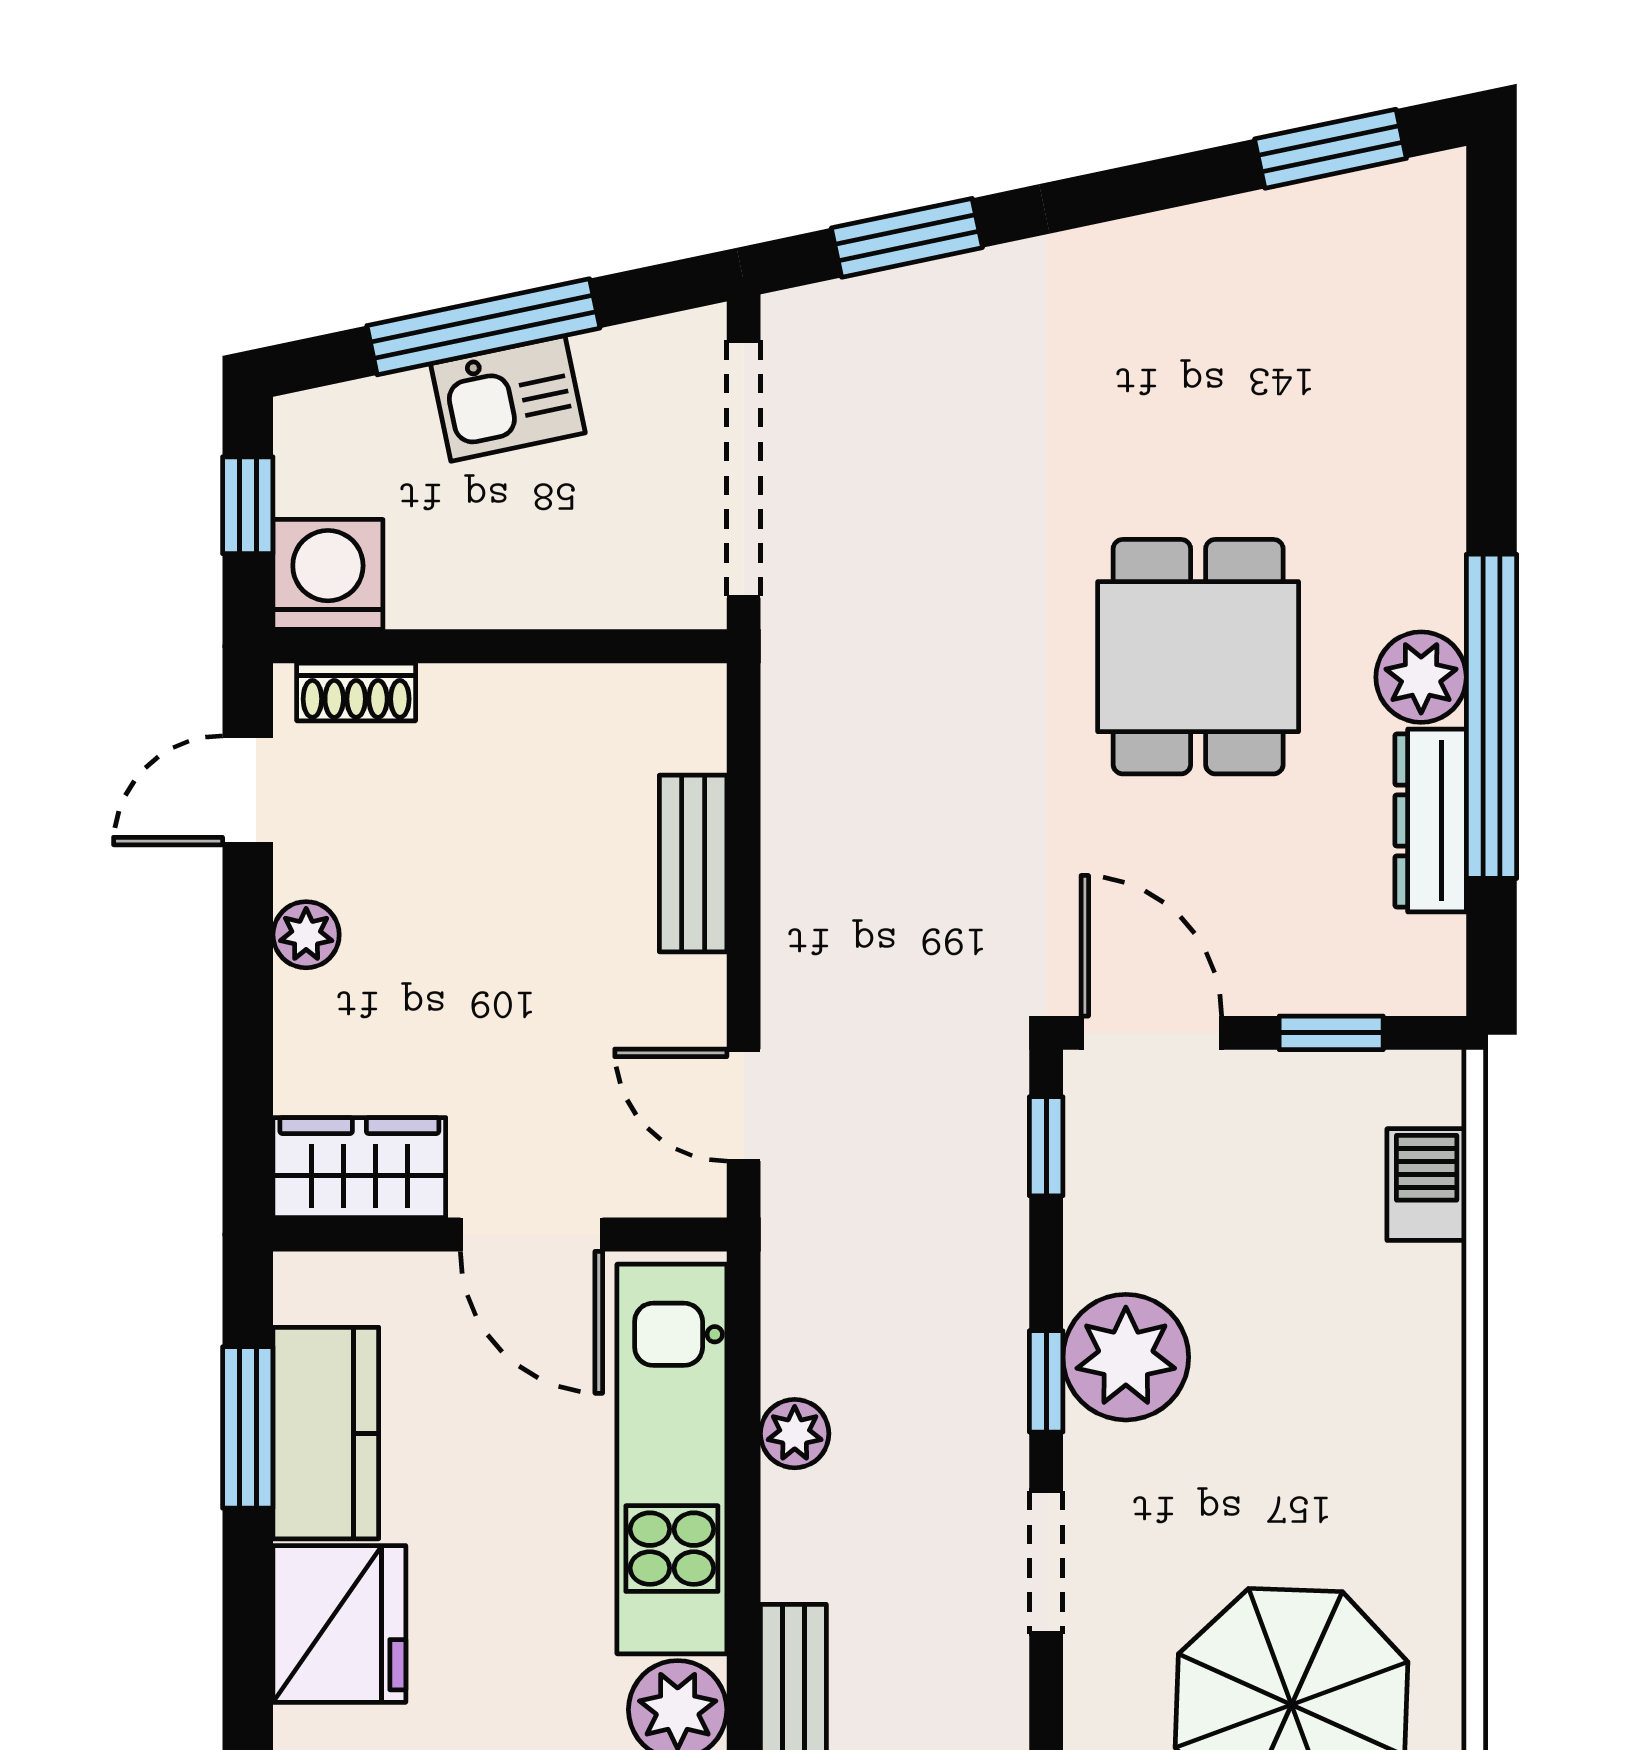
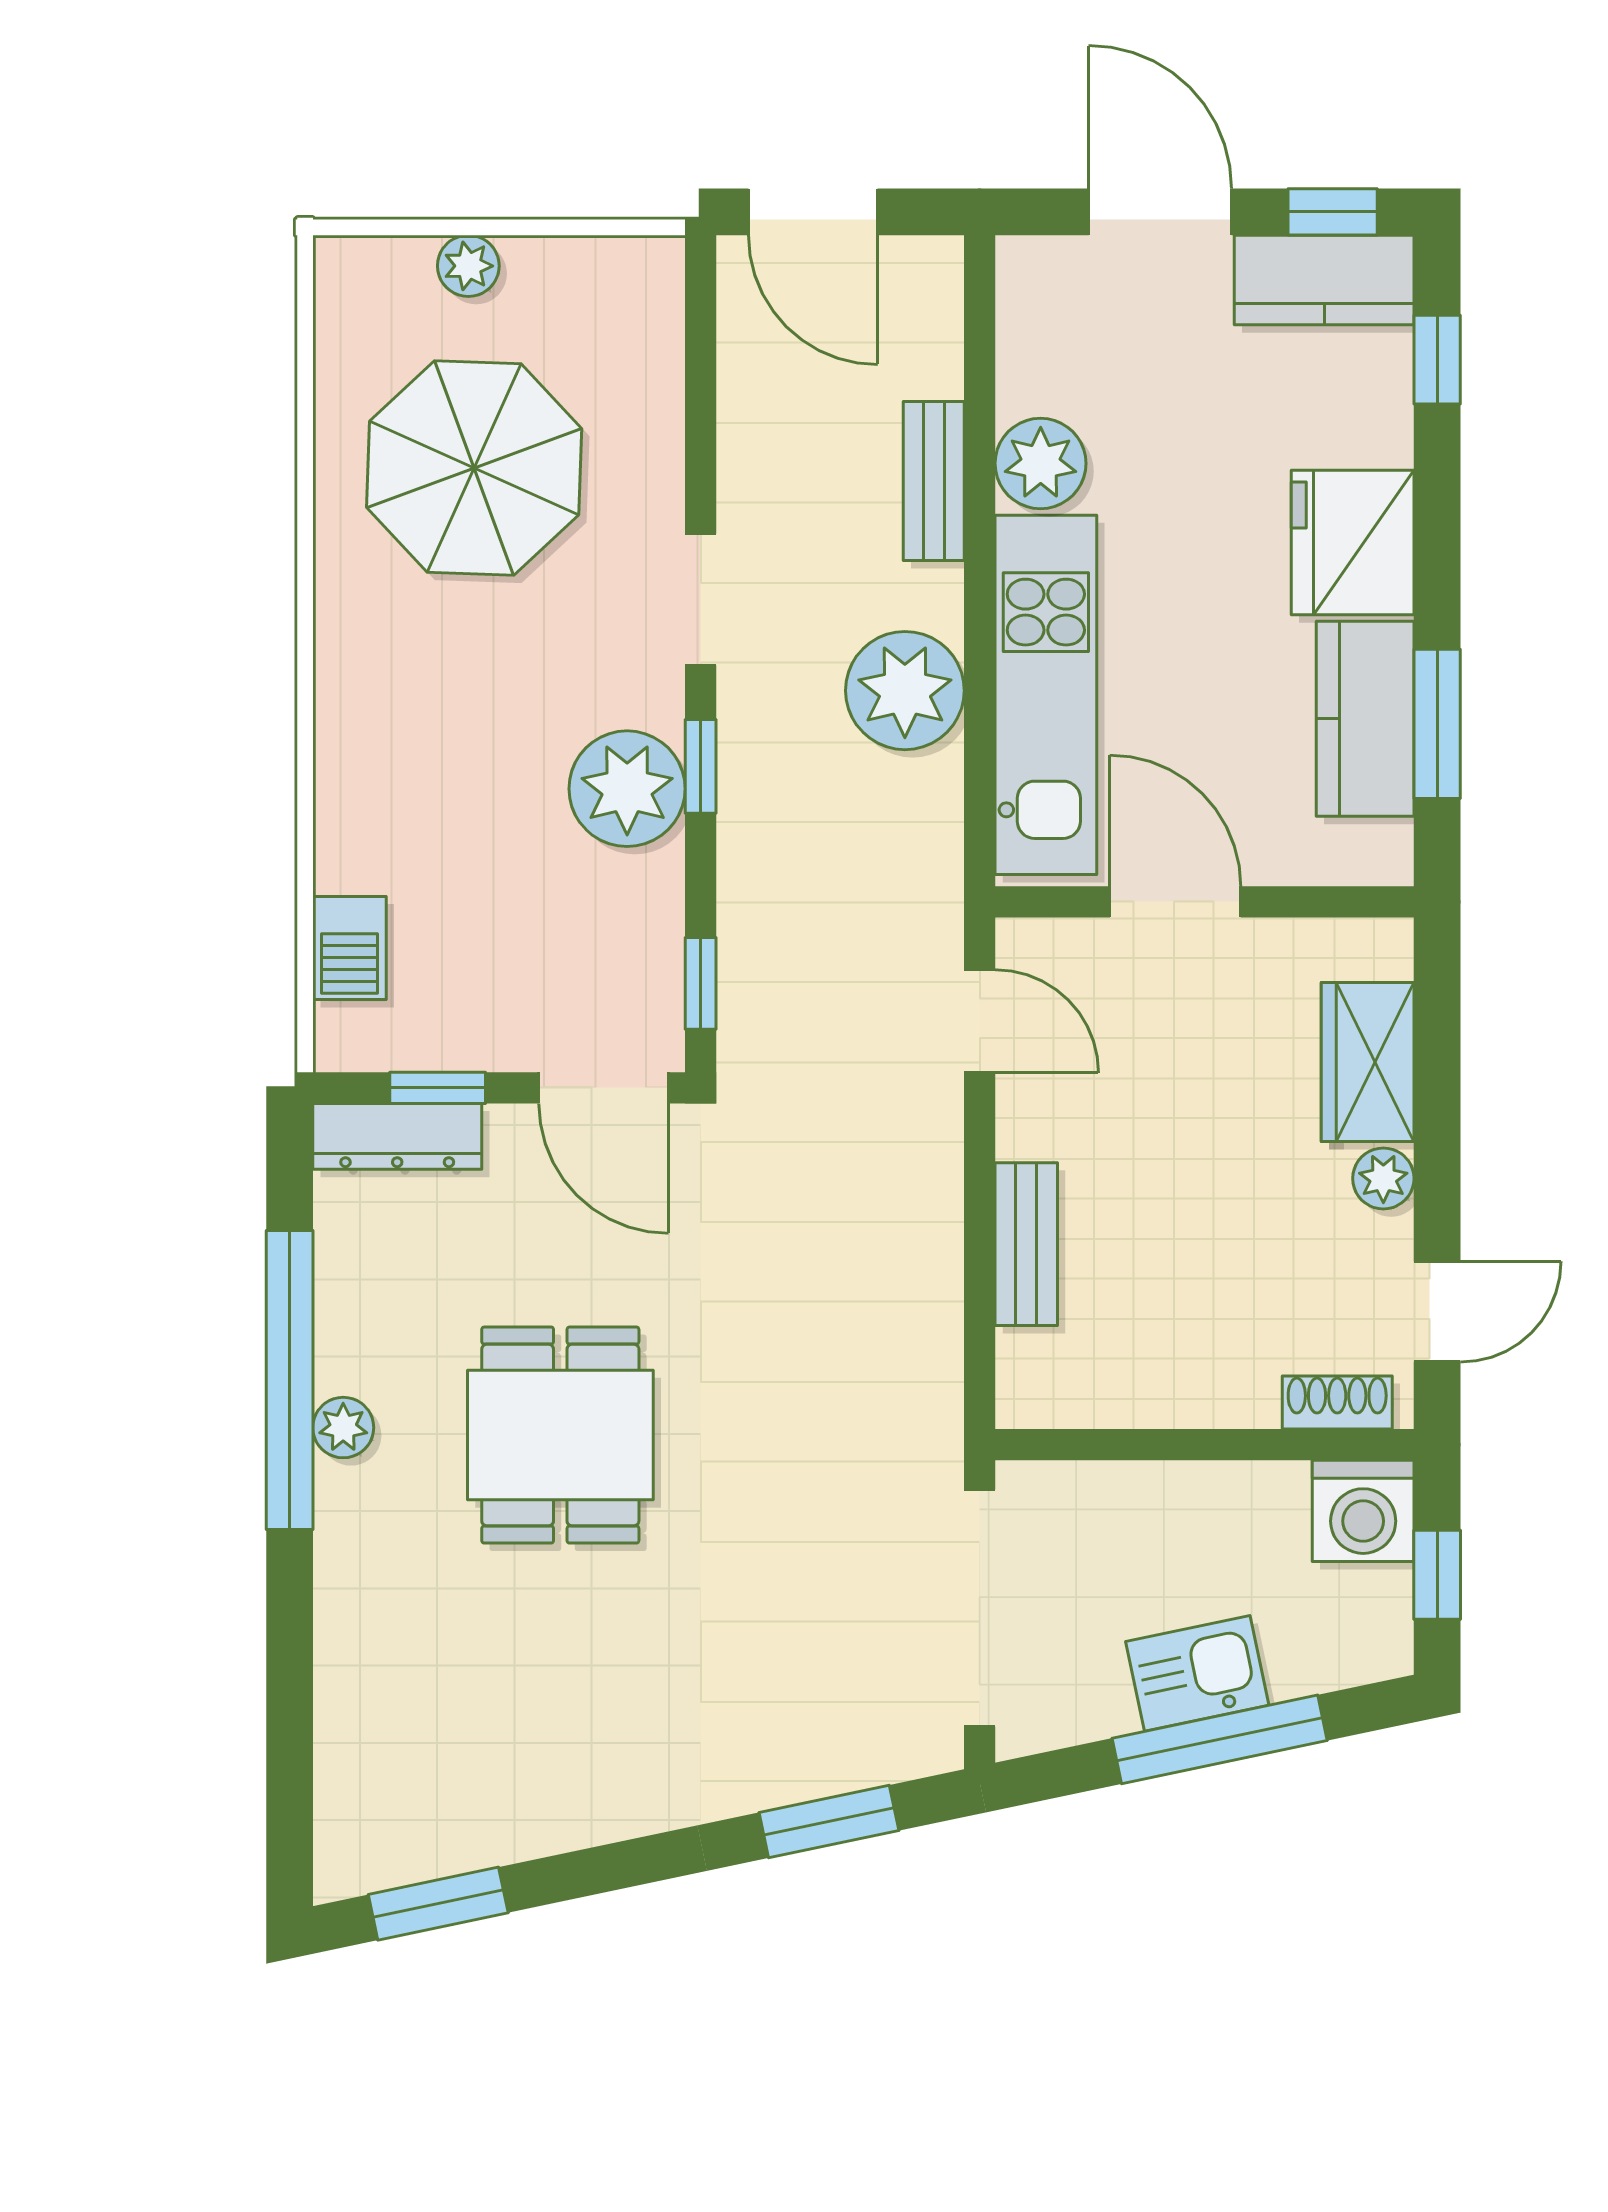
plant: (1421, 677) -> (343, 1428), width x0.73, depth x0.73
dresser: (1431, 820) -> (397, 1136), moved, turned 90
wardrobe: (359, 1168) -> (1368, 1062), moved, turned 90
plant: (795, 1434) -> (905, 691), width x1.87, depth x1.87

